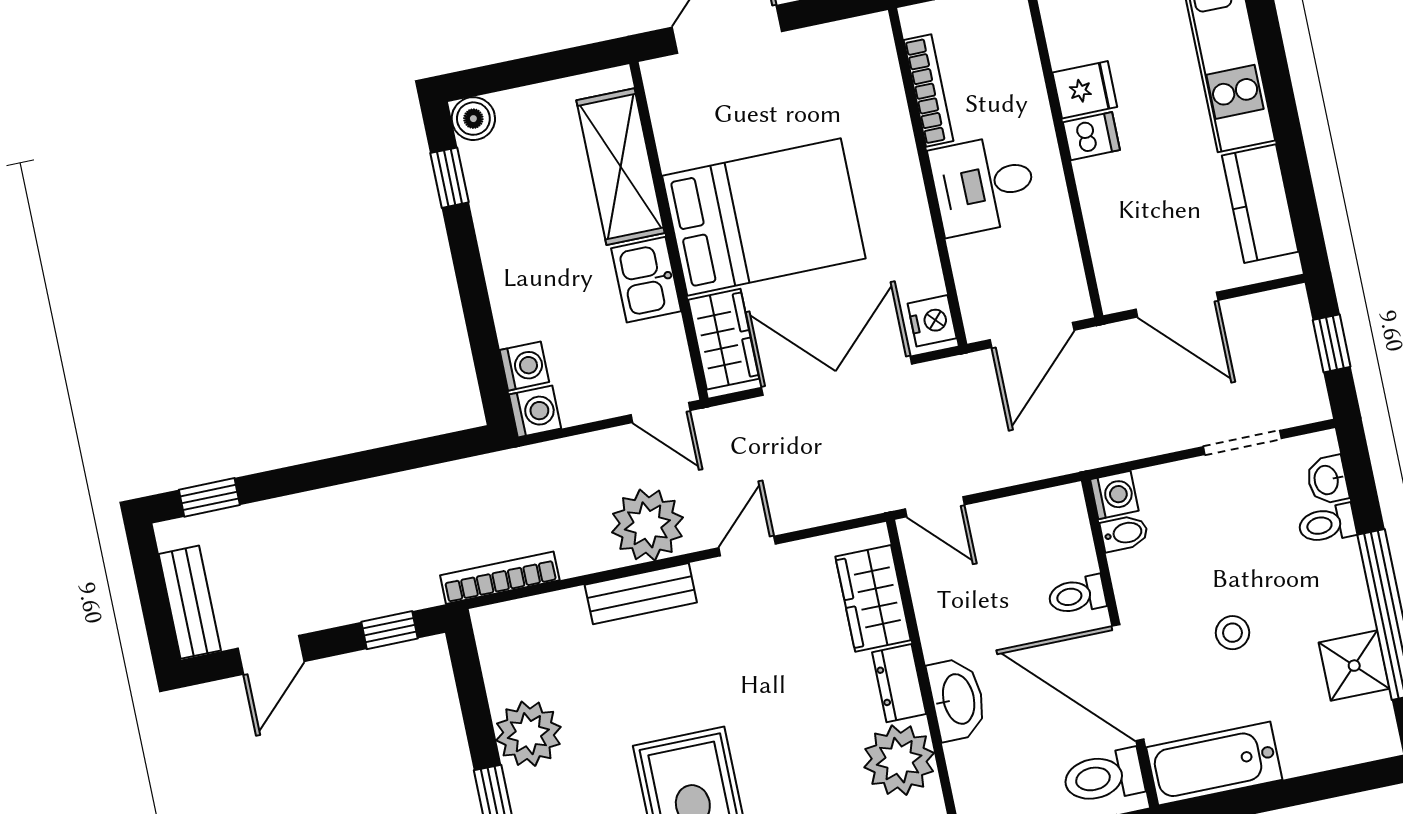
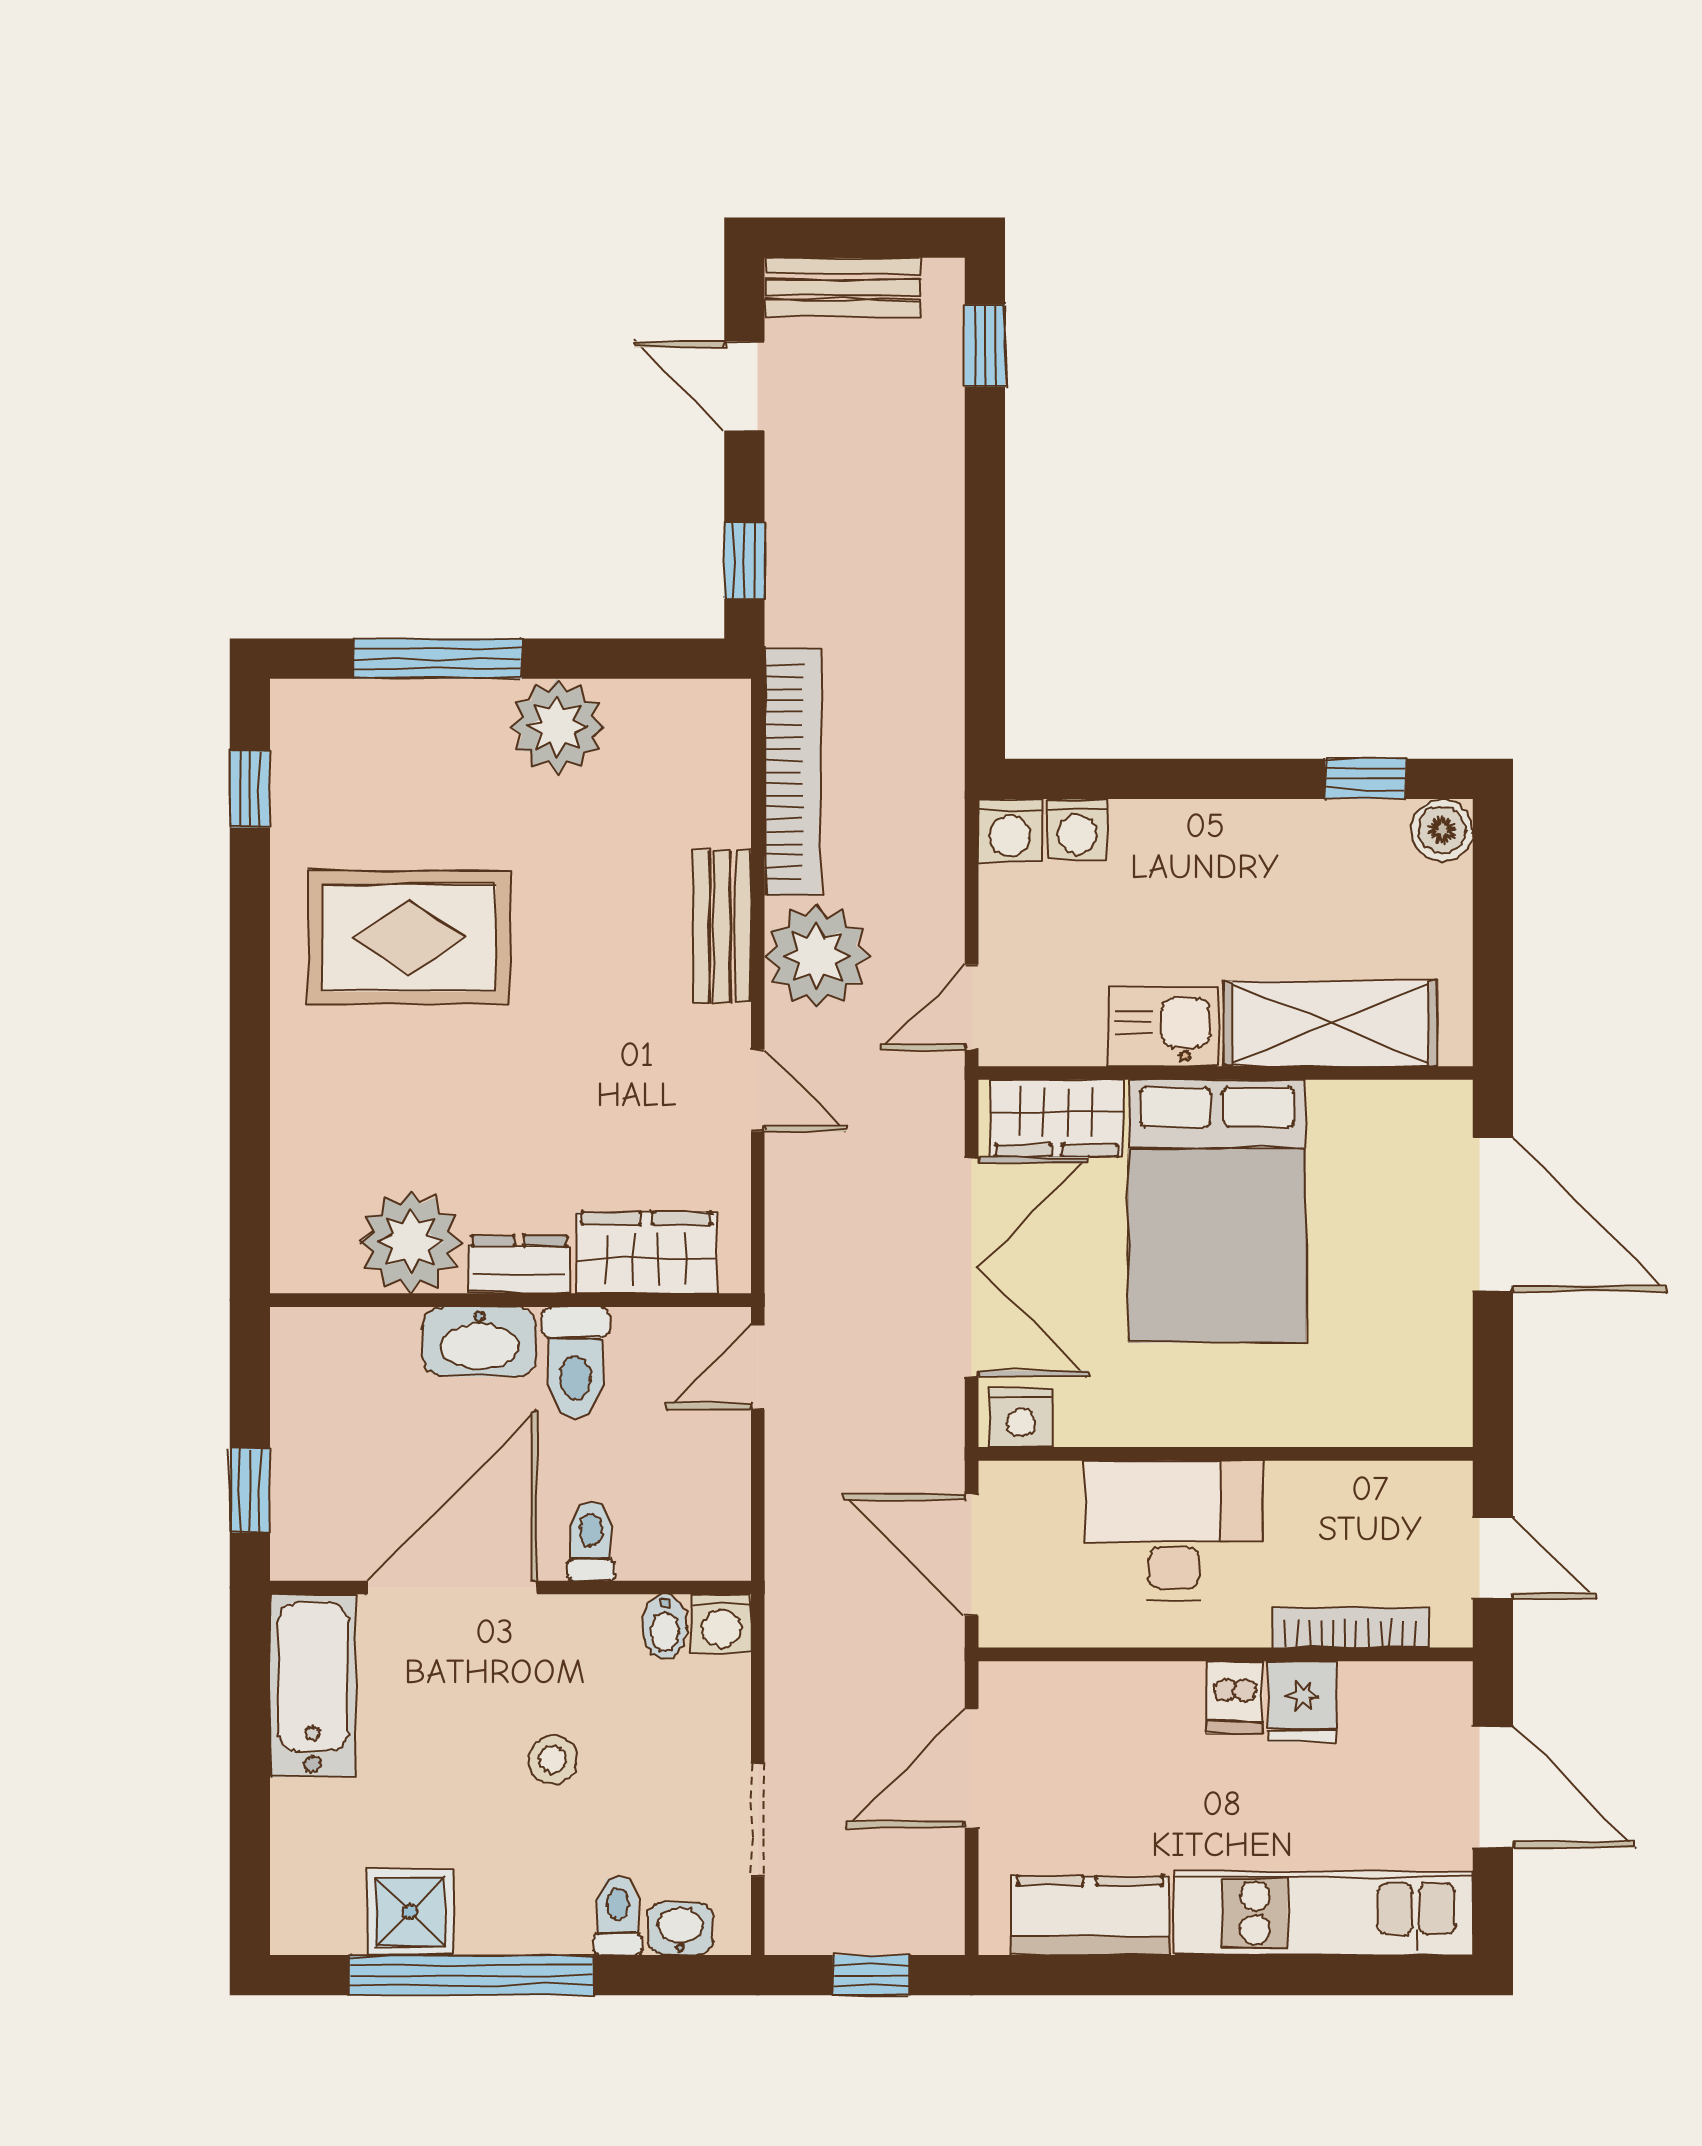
bookcase: (929, 91) -> (1351, 1627), moved, turned 180
desk: (983, 185) -> (1174, 1530), width x1.37
bookcase: (500, 578) -> (792, 772), width x1.48, depth x1.31
stool: (1232, 633) -> (552, 1760), moved
toilet: (1104, 777) -> (575, 1362), moved, turned 180

